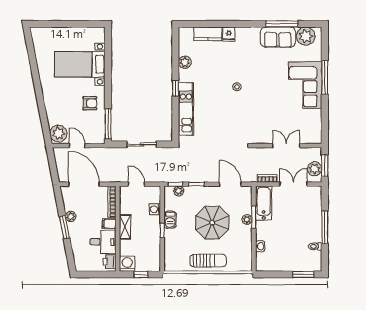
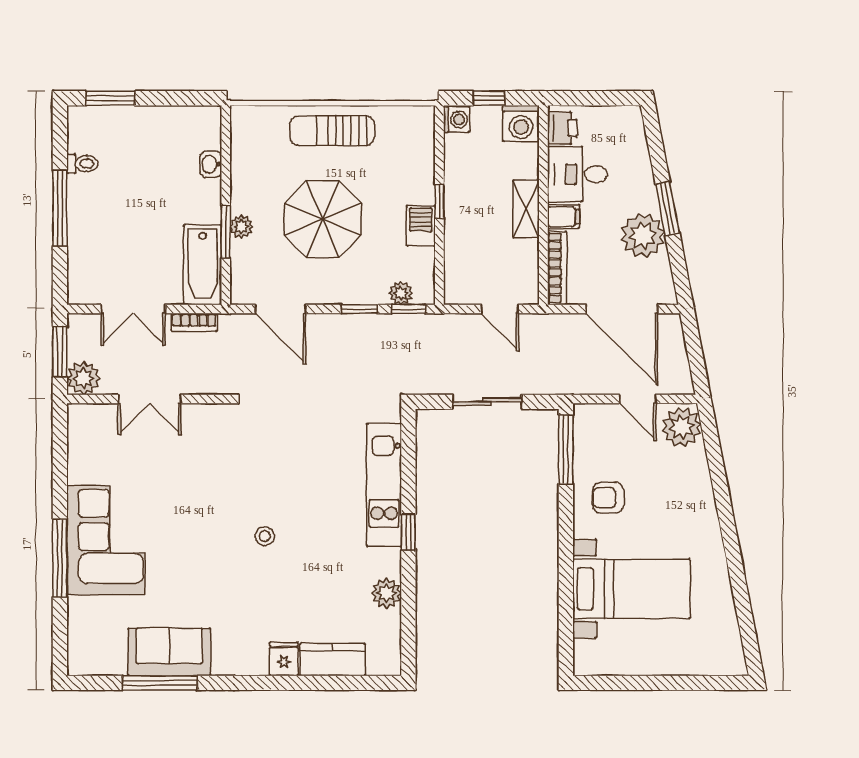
plant: (306, 36) -> (104, 654), removed
plant: (315, 169) -> (83, 378), moved
washing machine: (155, 209) -> (456, 119), moved
plant: (71, 216) -> (643, 236), width x1.87, depth x1.87

